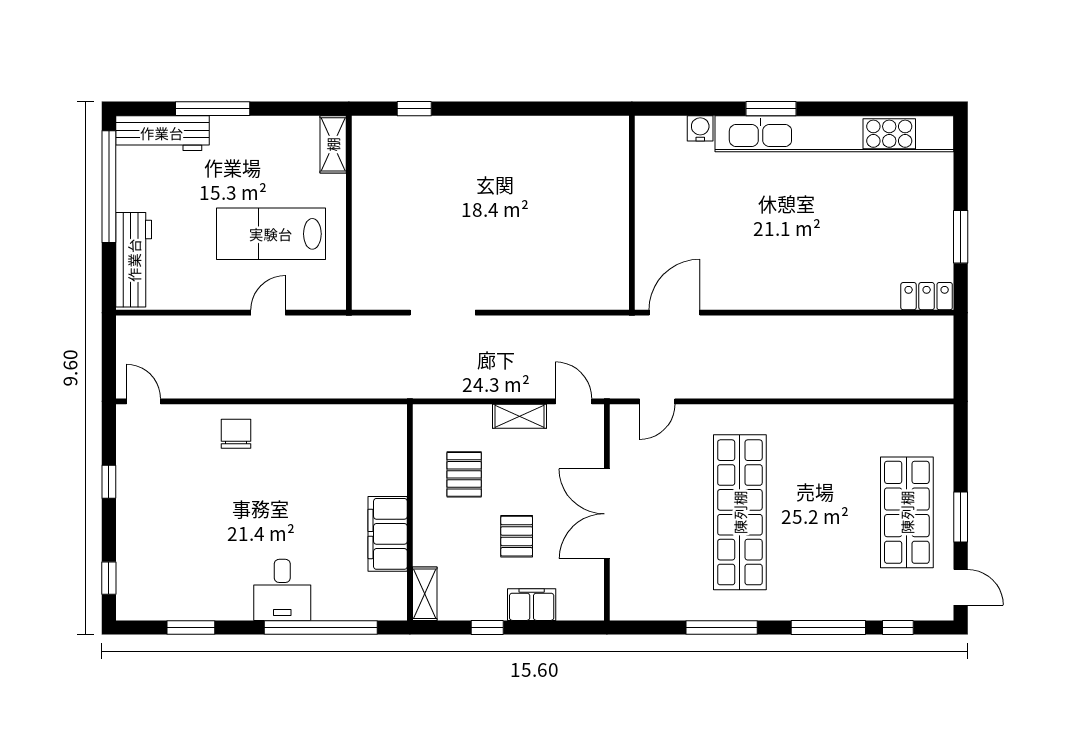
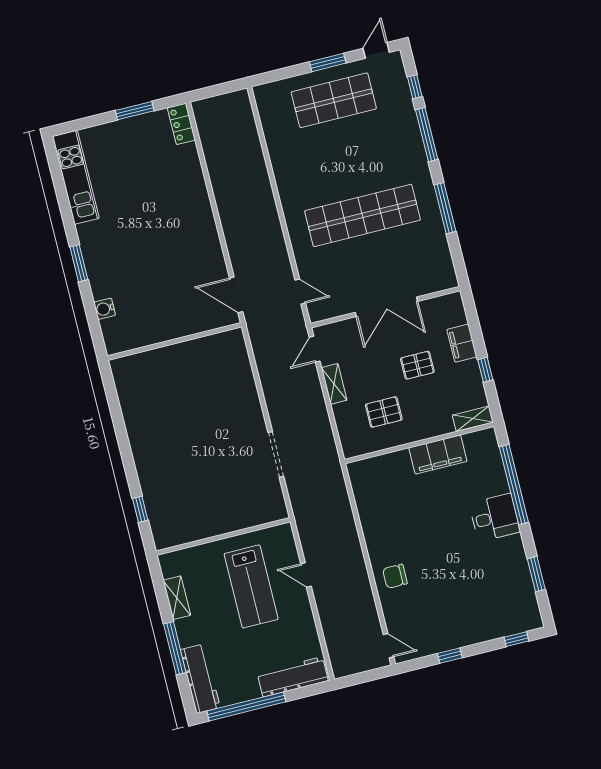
kitchen unit: (834, 134) -> (76, 177), width x0.54
shelving: (333, 144) -> (177, 598), moved, turned 90
door: (143, 401) -> (389, 646), swing flipped

